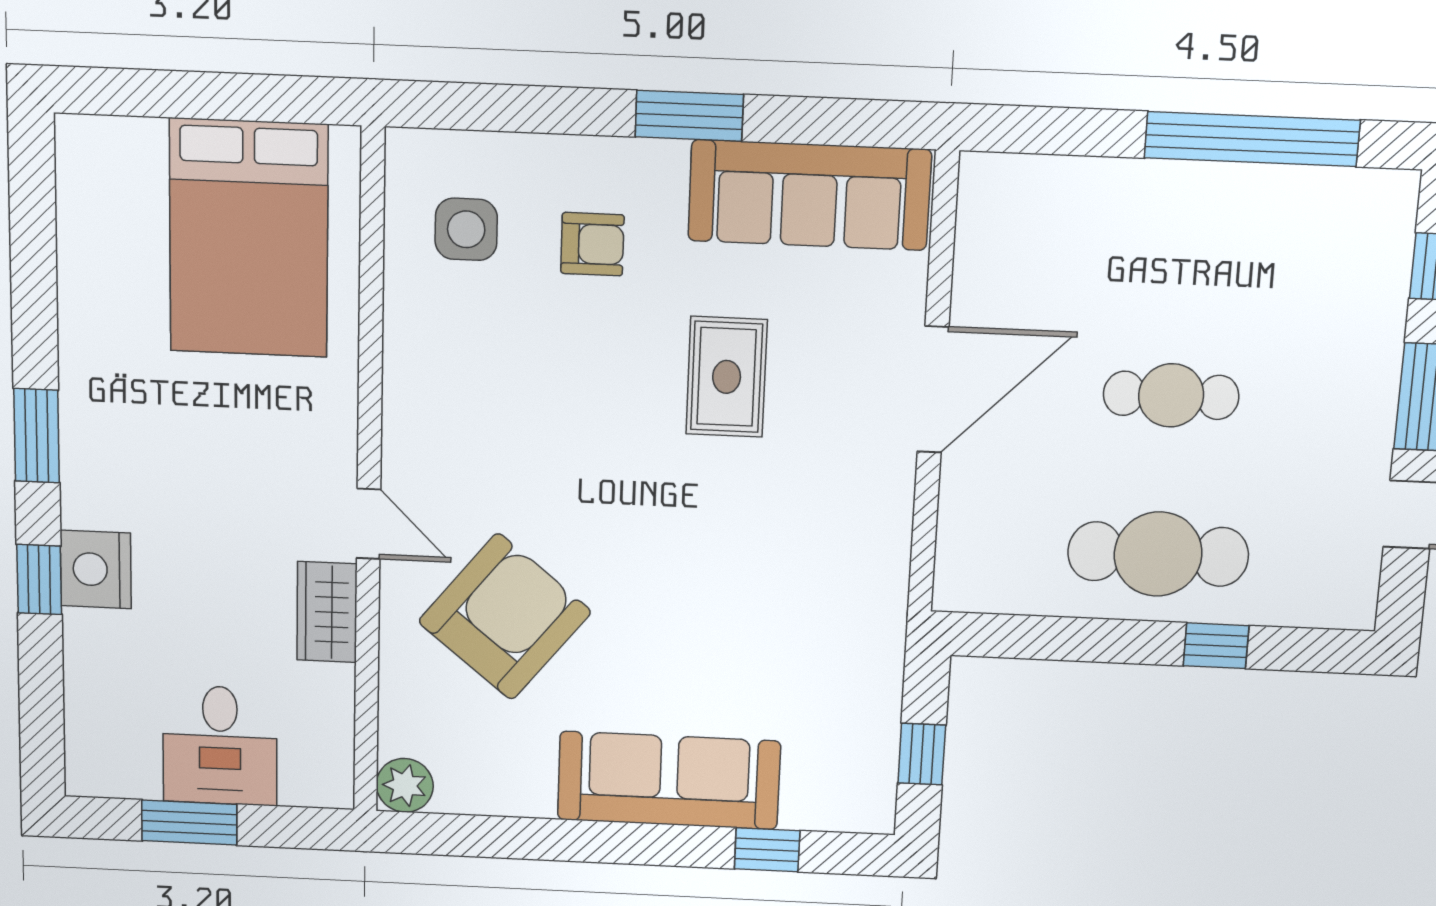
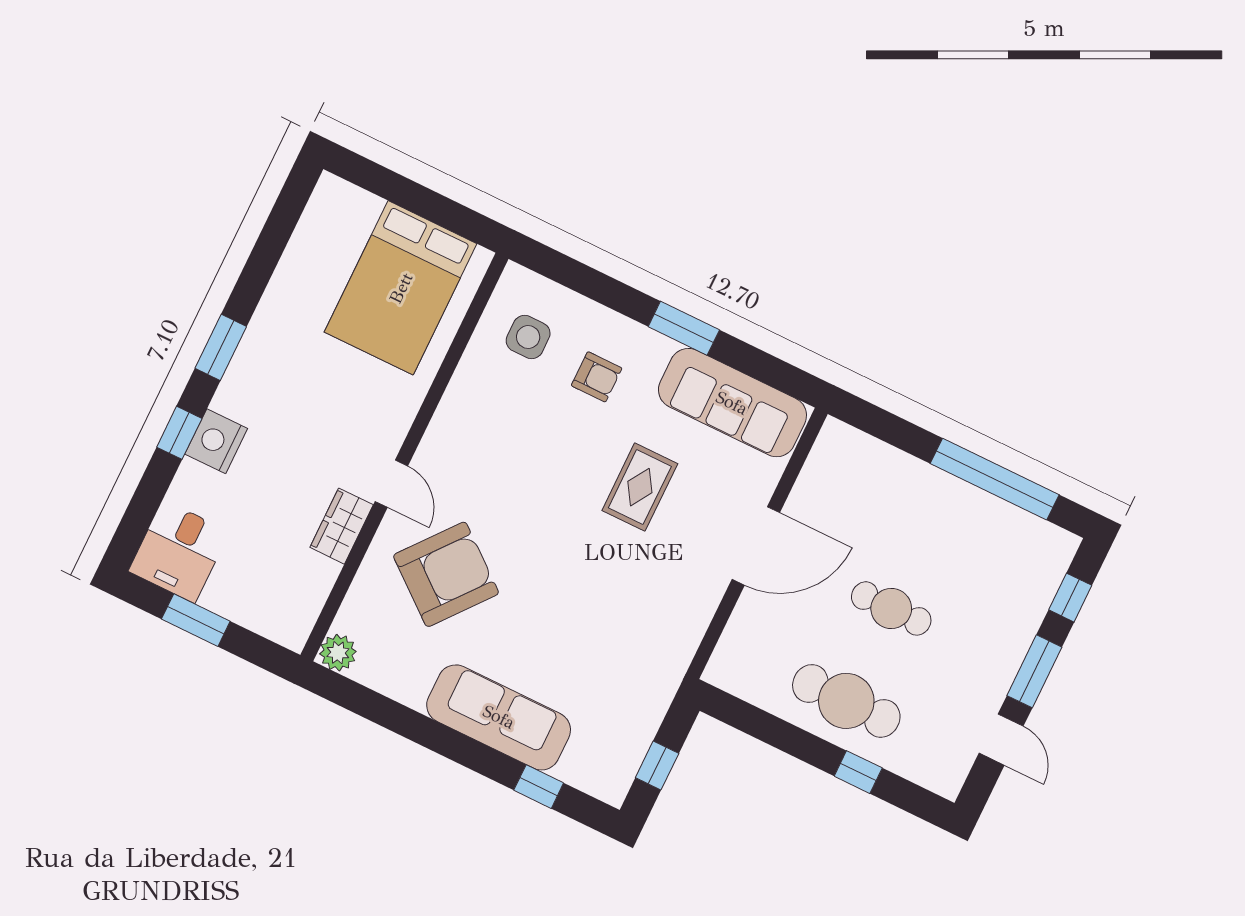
desk: (220, 745) -> (179, 551), moved

